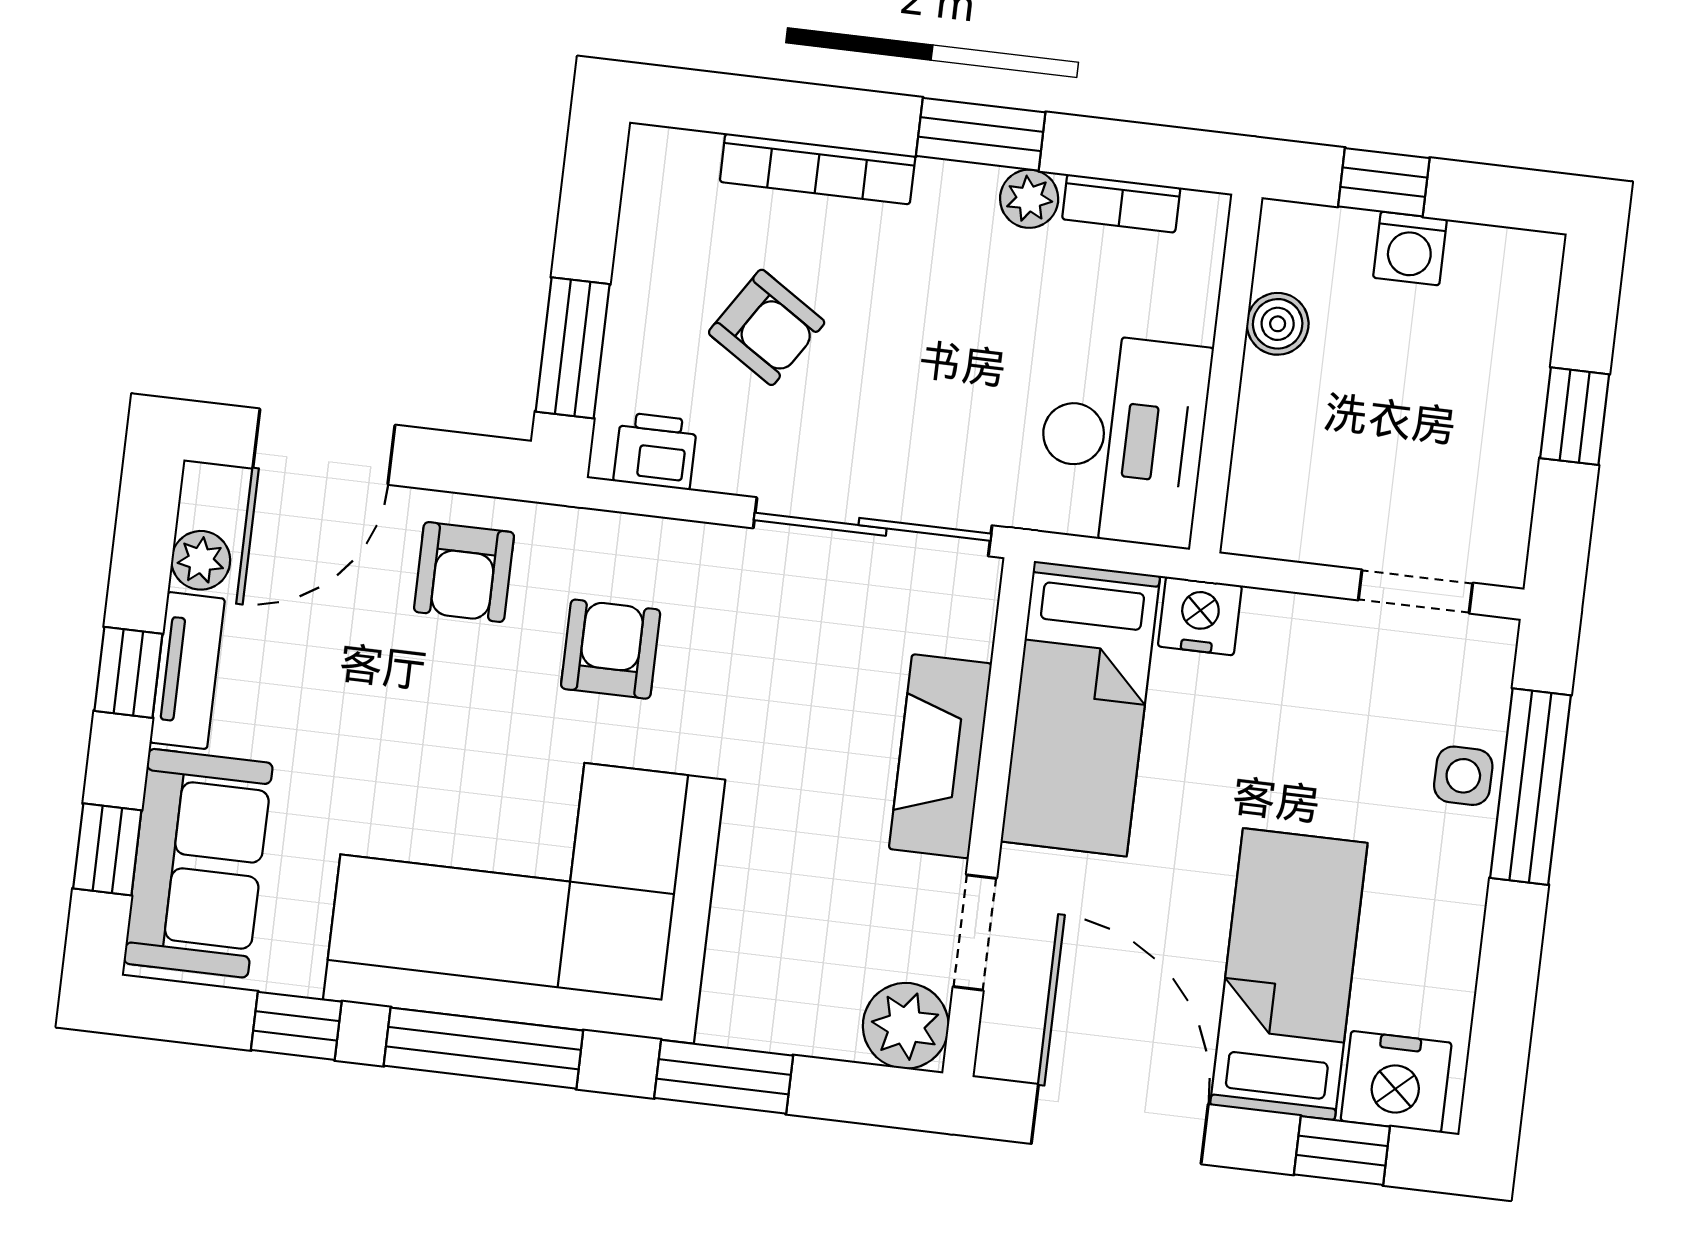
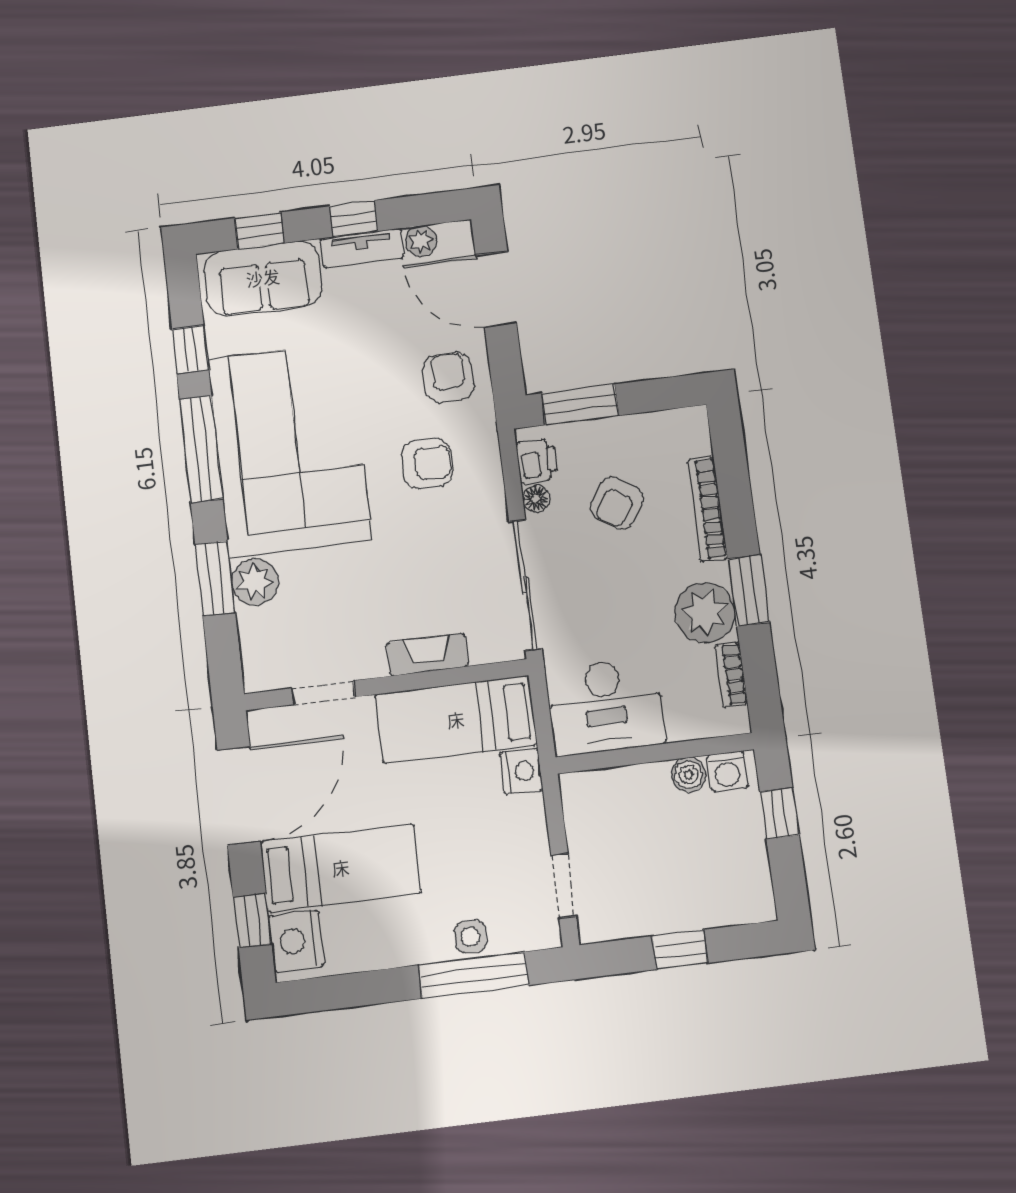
plant: (1029, 199) -> (705, 613), width x1.88, depth x1.88
washing machine: (1410, 248) -> (727, 771), moved, turned -90
floor lamp: (723, 469) -> (536, 499), added
armchair: (464, 572) -> (448, 377), turned 90
fireplace: (940, 756) -> (427, 655), width x0.73, depth x0.76
plant: (906, 1026) -> (255, 582), moved

